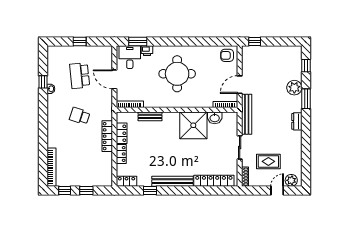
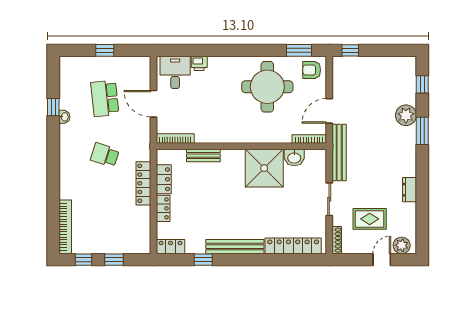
window: (138, 41) -> (299, 50), moved
round table: (177, 74) -> (267, 87), moved
dresser: (297, 121) -> (410, 190), moved

